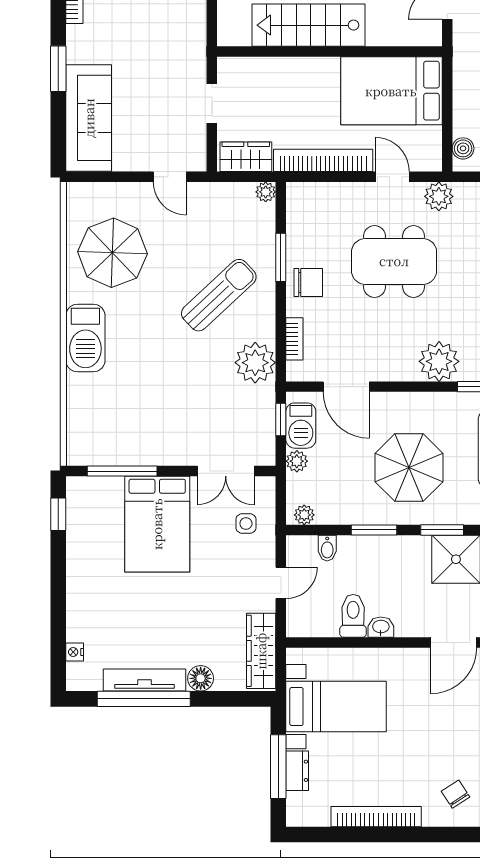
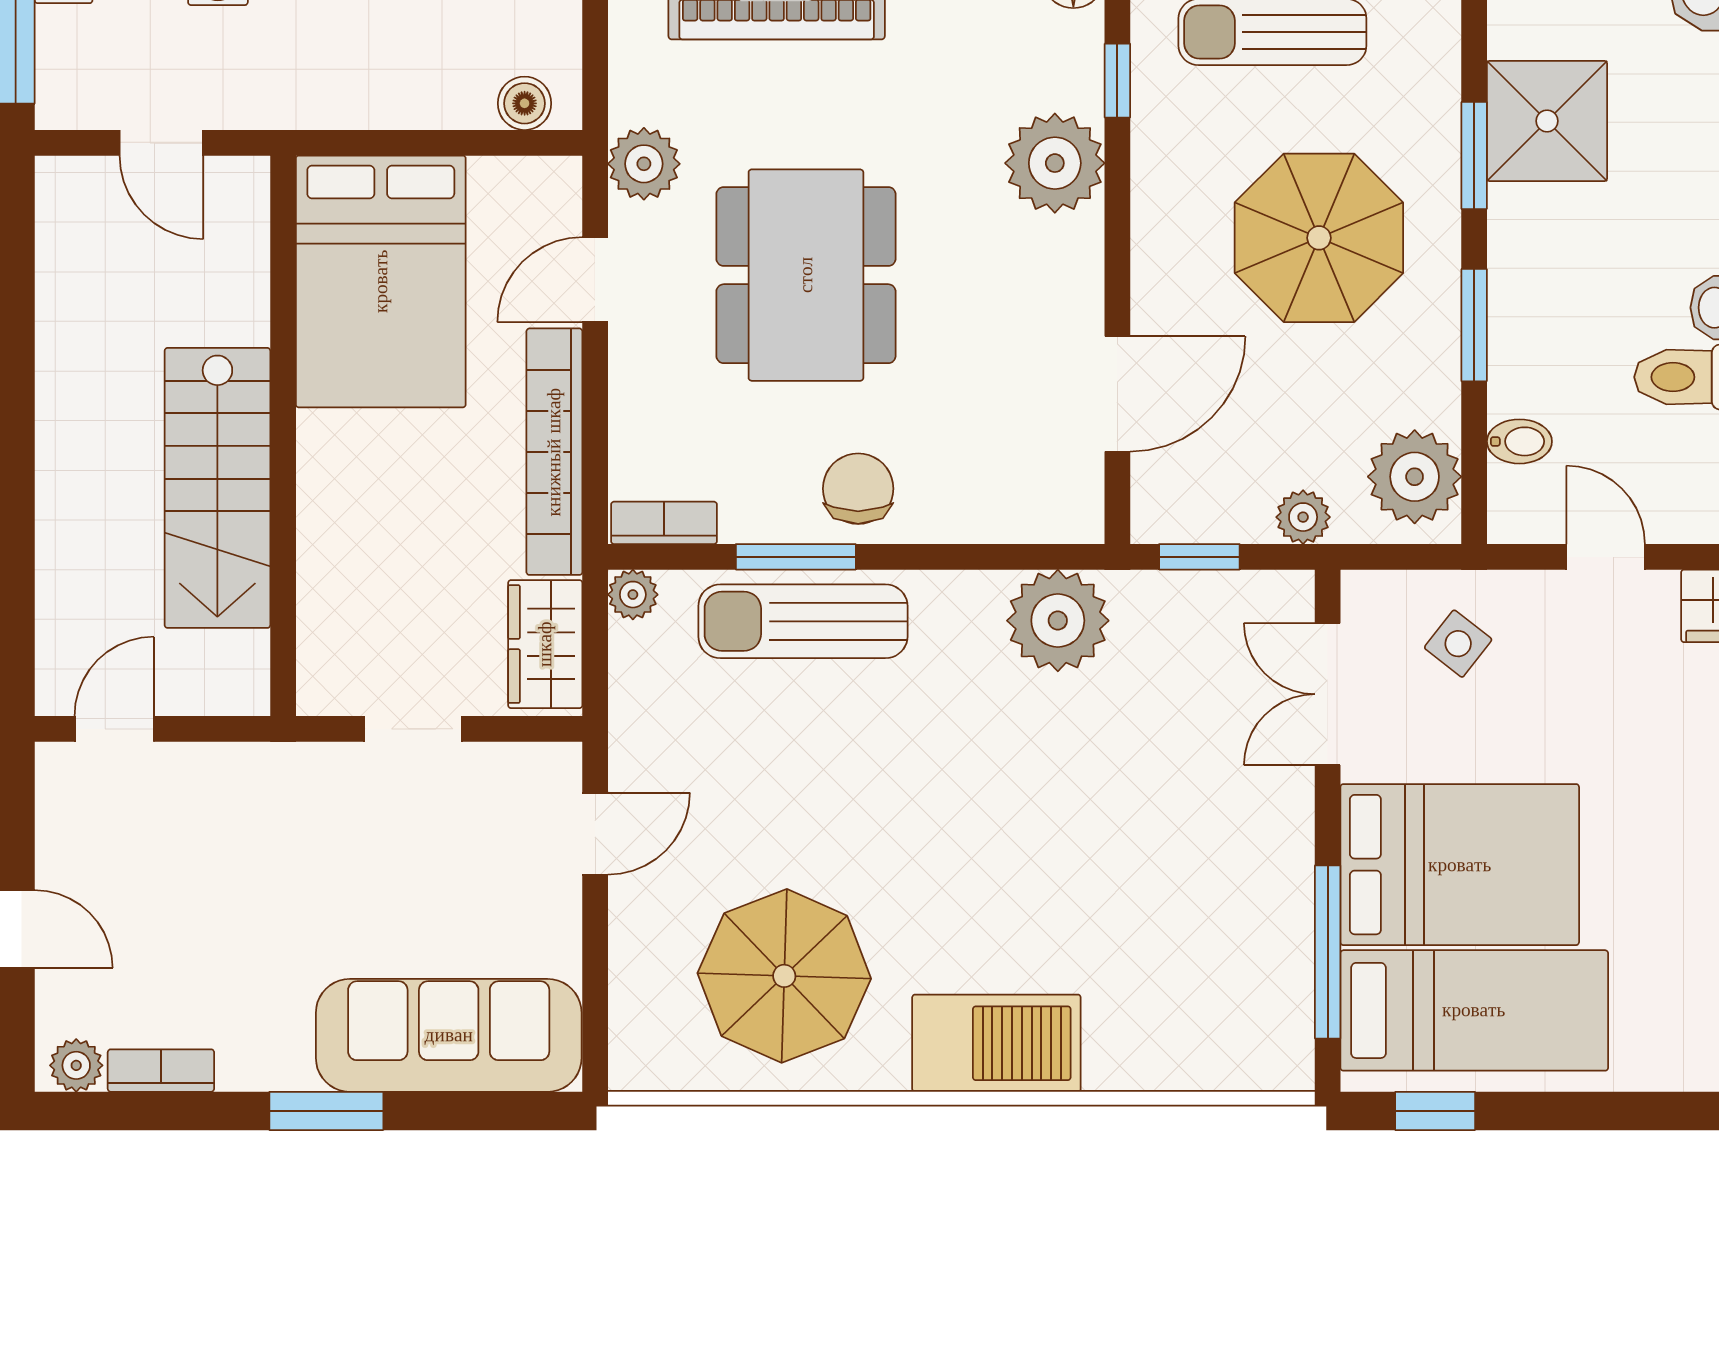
sun lounger: (219, 295) -> (803, 621), moved, turned -47
bookcase: (294, 339) -> (664, 523), moved
barbecue: (301, 426) -> (1214, 507), removed
double door: (226, 471) -> (1328, 694), swing flipped
plant: (304, 515) -> (1415, 477), width x1.88, depth x1.88
side table: (246, 524) -> (1458, 644), turned 38
bed: (99, 530) -> (1474, 1010), added

